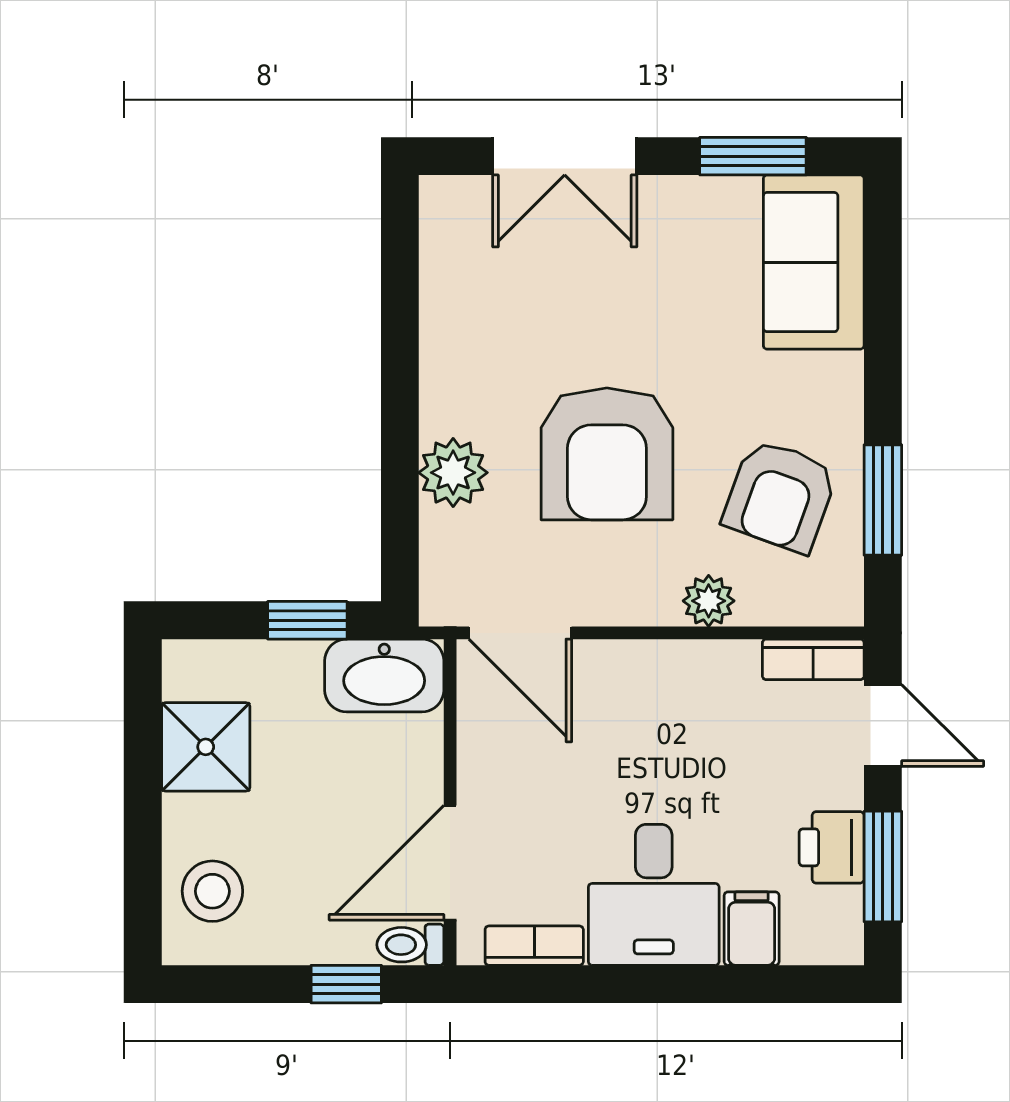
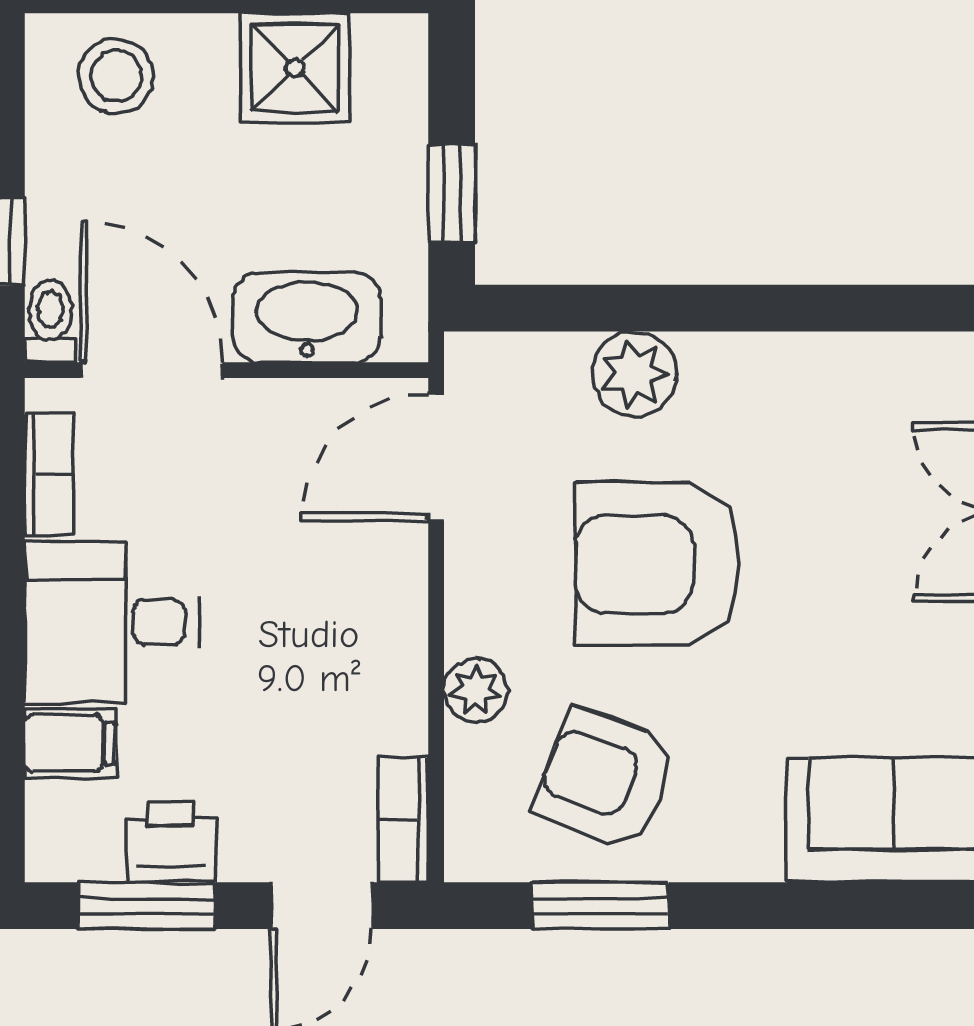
washbasin: (384, 675) -> (307, 317), moved, turned 90

